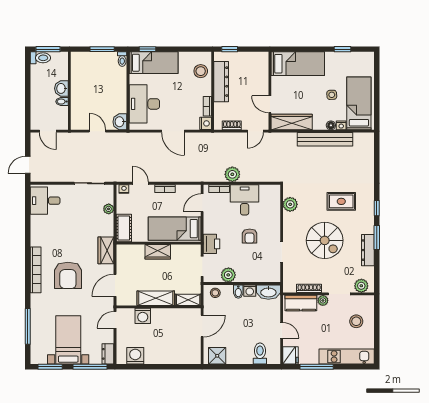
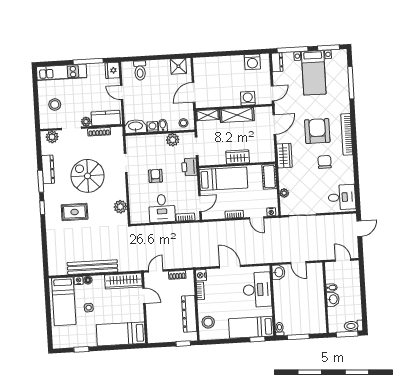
plant: (232, 174) -> (174, 231), removed
chair: (62, 241) -> (325, 162), added

